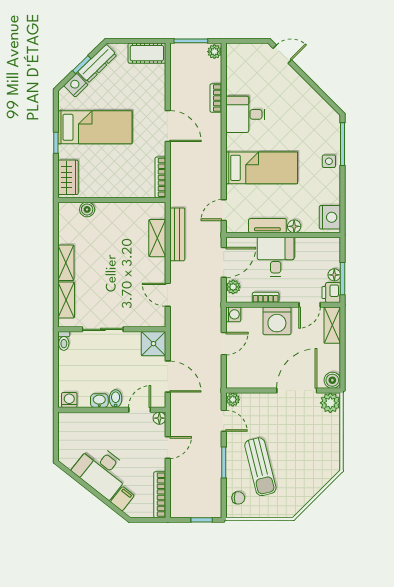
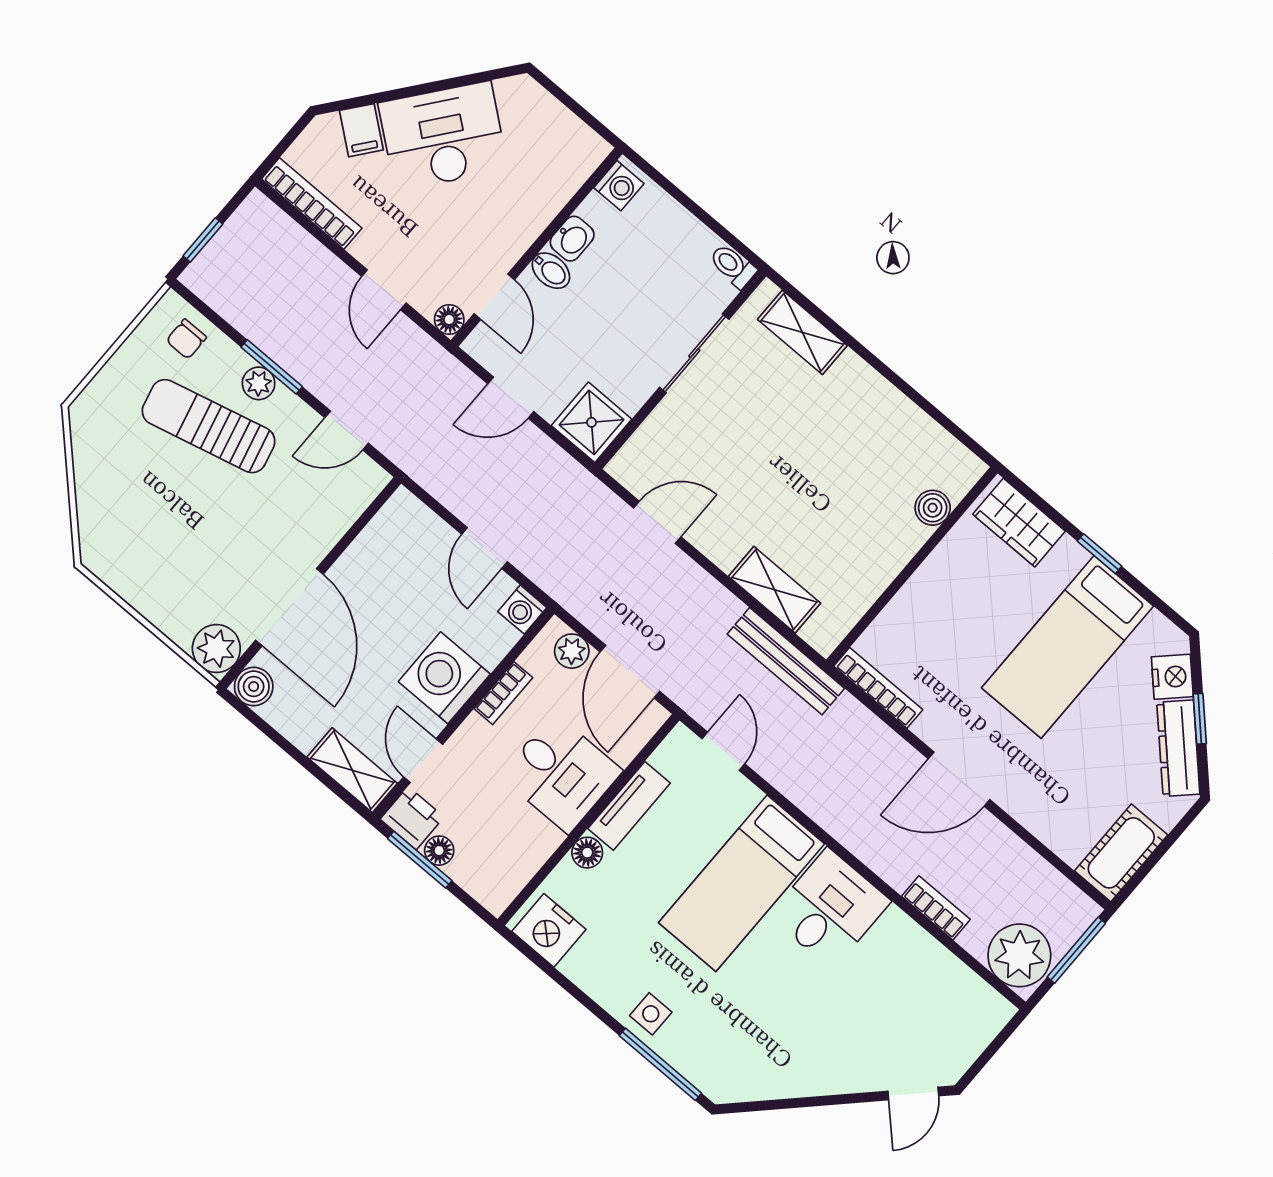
plant: (214, 52) -> (1019, 955), width x1.87, depth x1.87
desk: (245, 114) -> (830, 909), moved
bench: (177, 234) -> (786, 661), moved
shelving: (66, 263) -> (869, 389), removed
door: (168, 377) -> (511, 398), width x0.73
plant: (233, 400) -> (259, 383), moved

